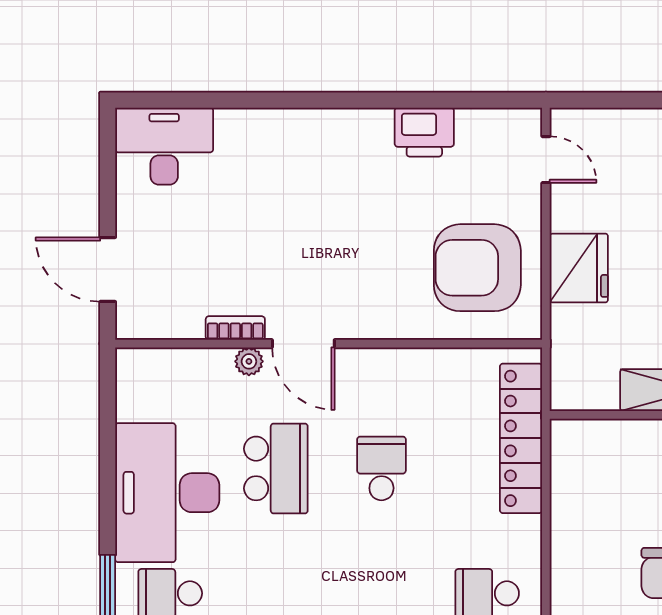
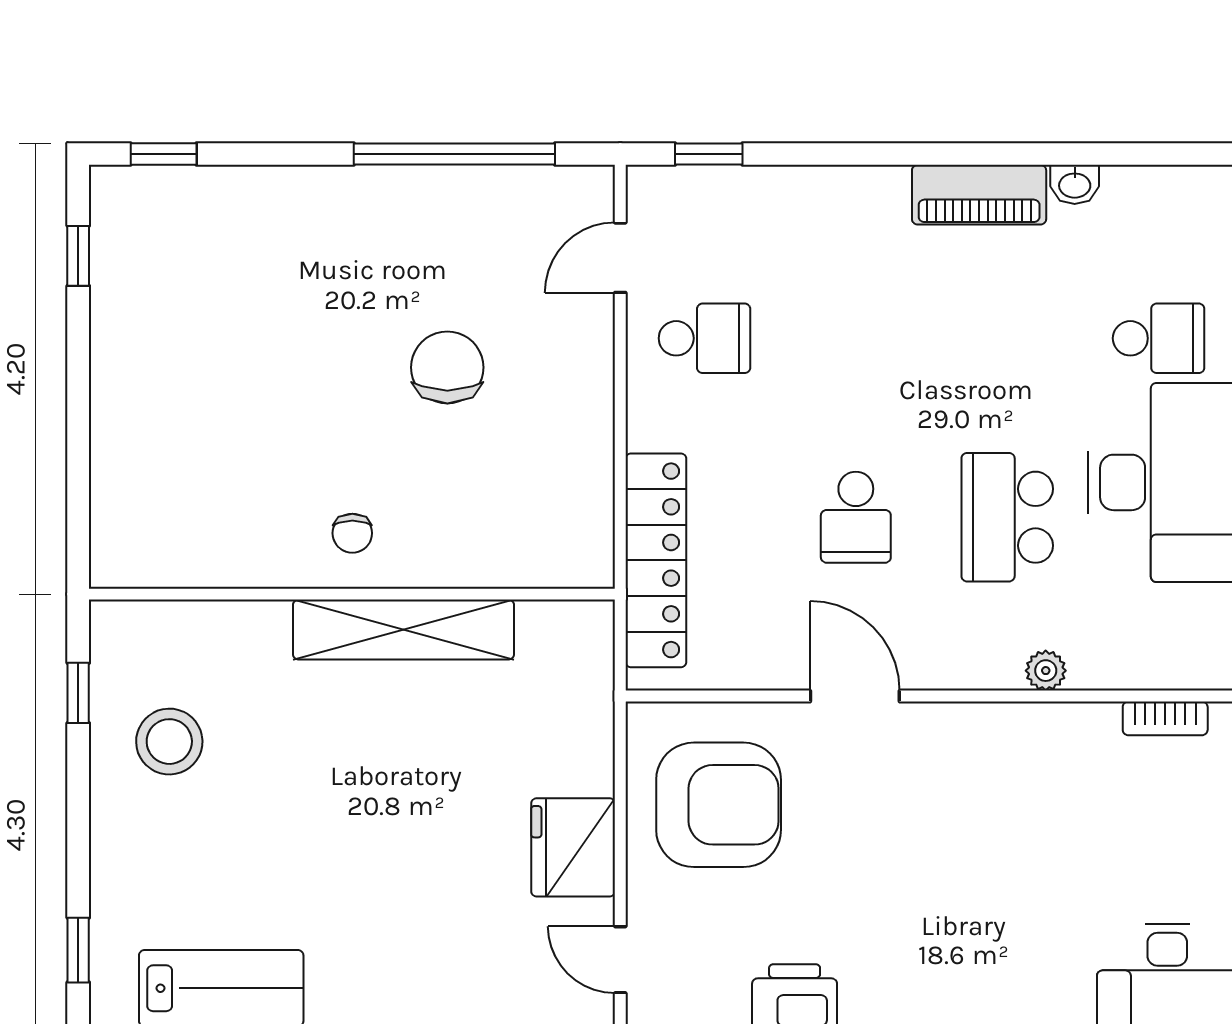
fridge: (579, 268) -> (573, 847), moved
bookcase: (235, 328) -> (1165, 718), moved
door: (303, 344) -> (855, 696), moved

